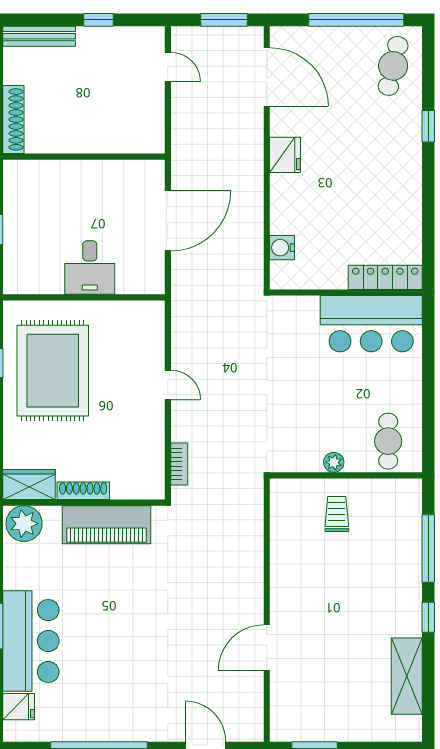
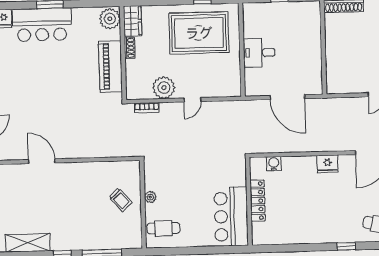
locker: (385, 277) -> (258, 201), moved
plant: (146, 434) -> (164, 88), added
shoe rack: (83, 491) -> (130, 48), width x0.70
trolley: (337, 514) -> (120, 200), turned 48

